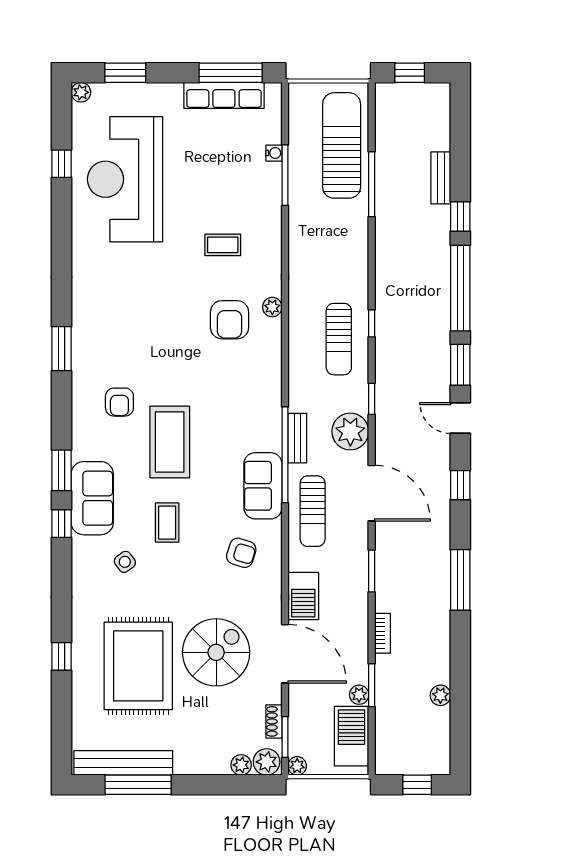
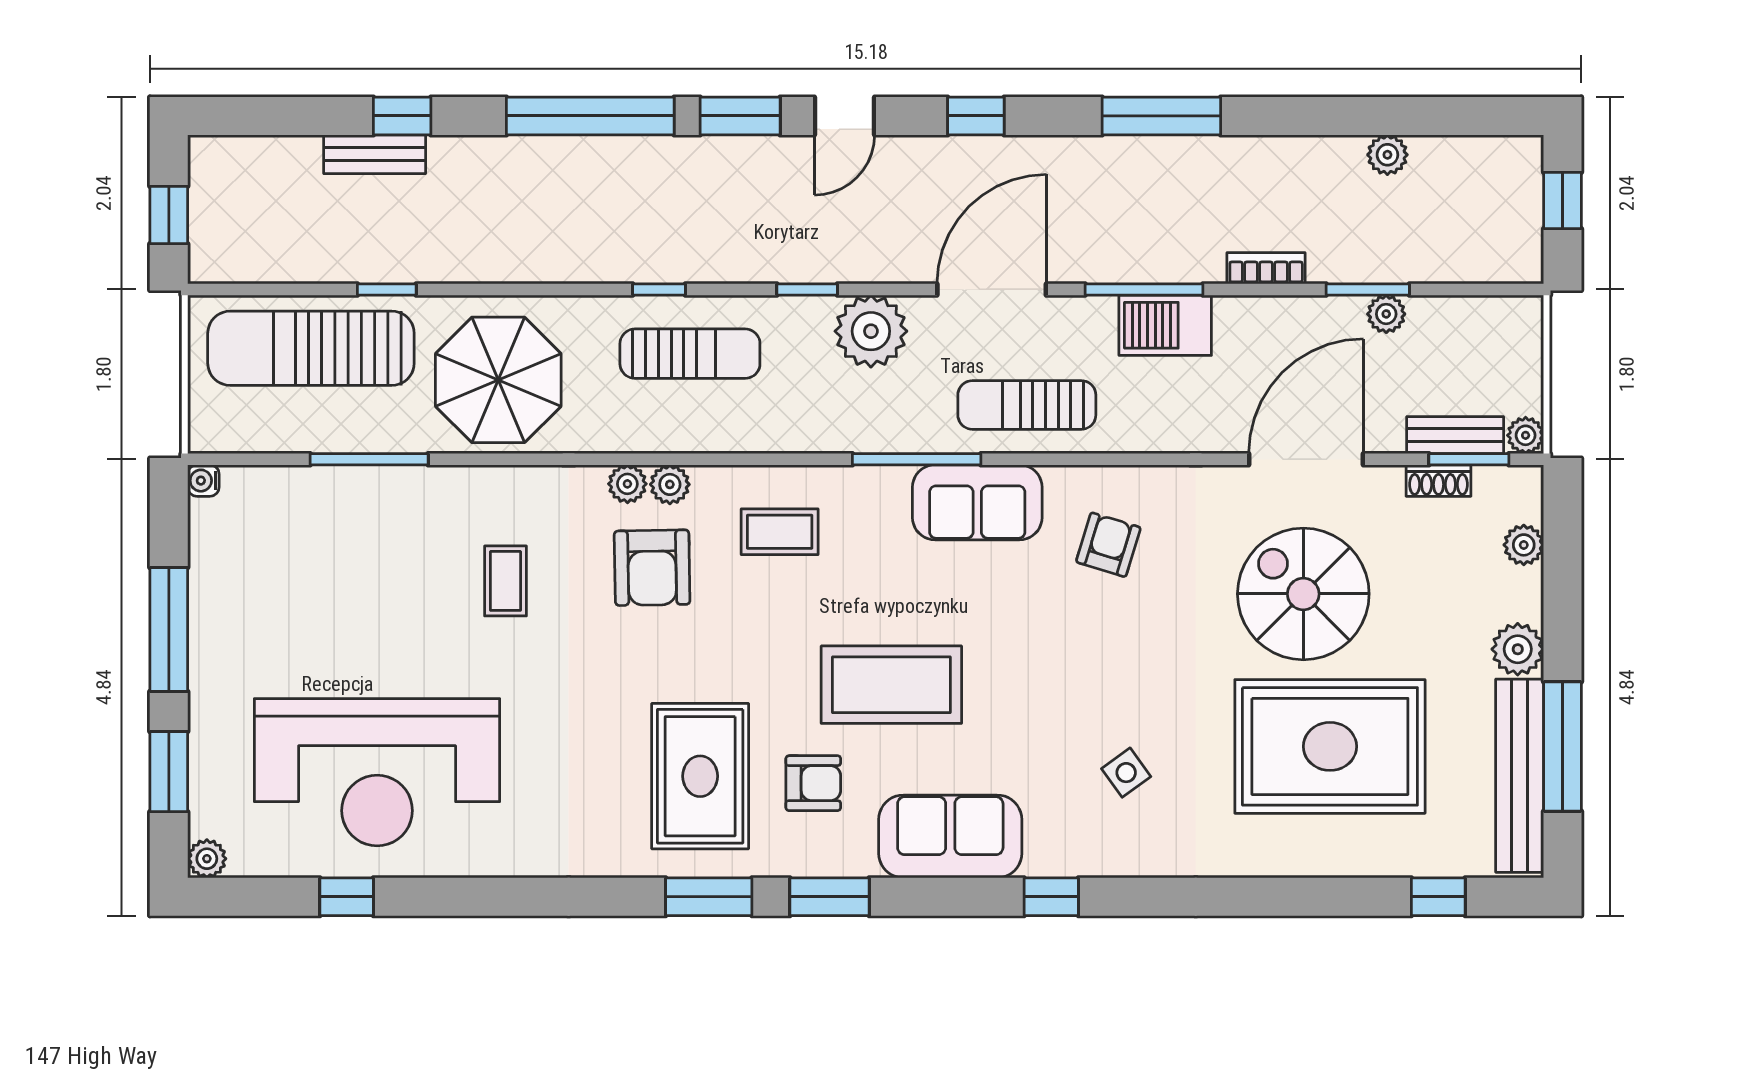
window: (231, 73) -> (169, 629), moved
row of seats: (224, 95) -> (213, 579), removed
water cooler: (274, 153) -> (203, 481), moved, turned -90
window: (372, 184) -> (387, 289), width x0.46
window: (460, 216) -> (402, 116), moved
parasol: (325, 241) -> (498, 380), added
armchair: (230, 320) -> (652, 568), turned 89
plant: (272, 329) -> (670, 484), added
rug: (123, 344) -> (700, 776), added
bench: (297, 438) -> (1455, 435), moved
window: (285, 455) -> (917, 459), width x0.68
window: (61, 470) -> (829, 897), moved
sofa: (92, 498) -> (950, 836), moved
sun lounger: (313, 511) -> (1027, 405), turned 180
coffee table: (167, 523) -> (780, 532), moved
window: (372, 571) -> (1144, 289), width x1.44
barbecue: (303, 596) -> (1165, 325), moved, turned 180
window: (61, 656) -> (1438, 897), moved
barbecue: (352, 736) -> (1467, 329), removed
plant: (267, 762) -> (1518, 649), moved

